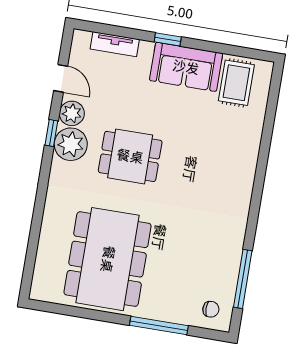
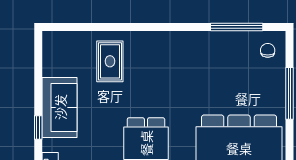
rug: (236, 83) -> (110, 61), moved, turned 90

